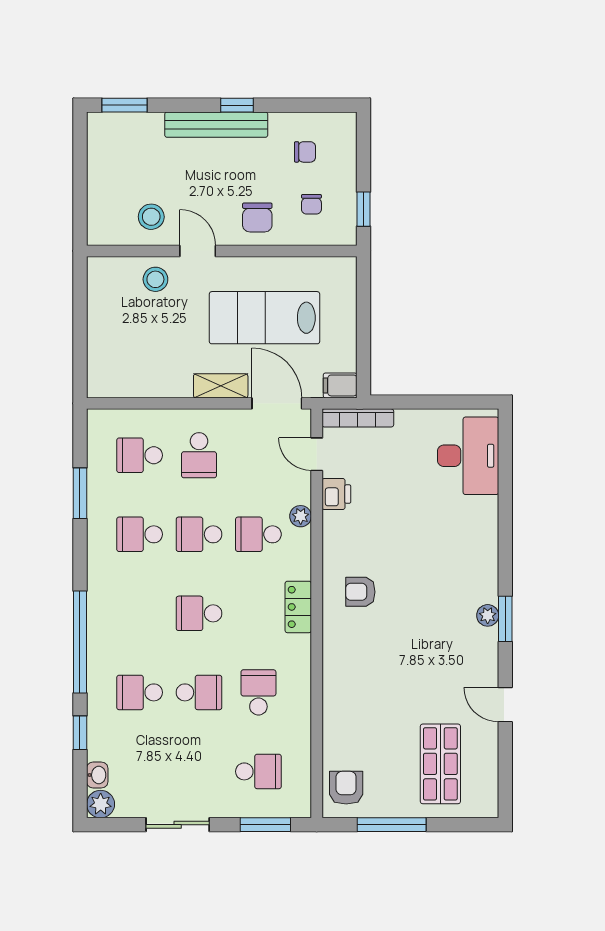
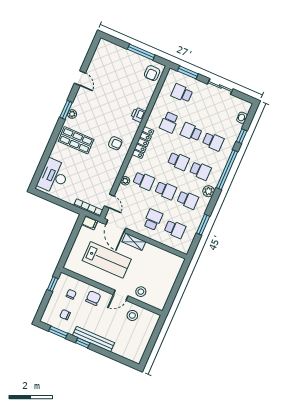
window: (125, 105) -> (58, 332), moved
door: (198, 251) -> (121, 295), hinge flipped
printer: (336, 494) -> (138, 115), moved
locker: (298, 607) -> (143, 143), width x1.53
school desk: (140, 613) -> (200, 171), added
shop shelf: (440, 764) -> (76, 140), moved, turned 90
plant: (101, 804) -> (209, 191), moved

